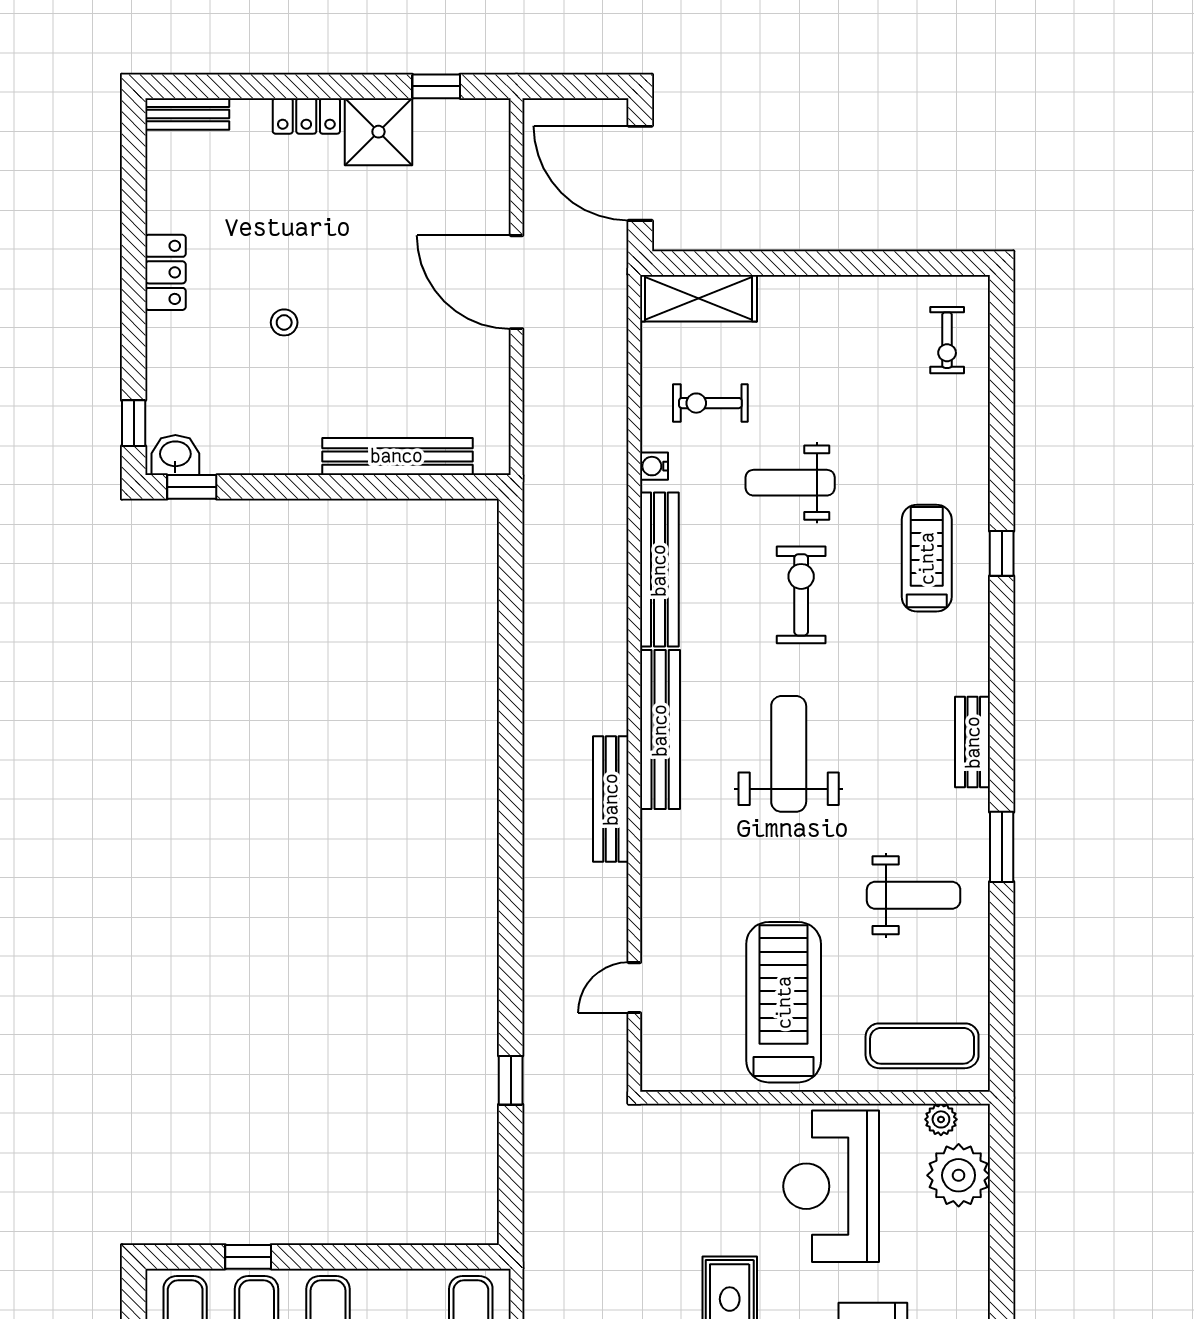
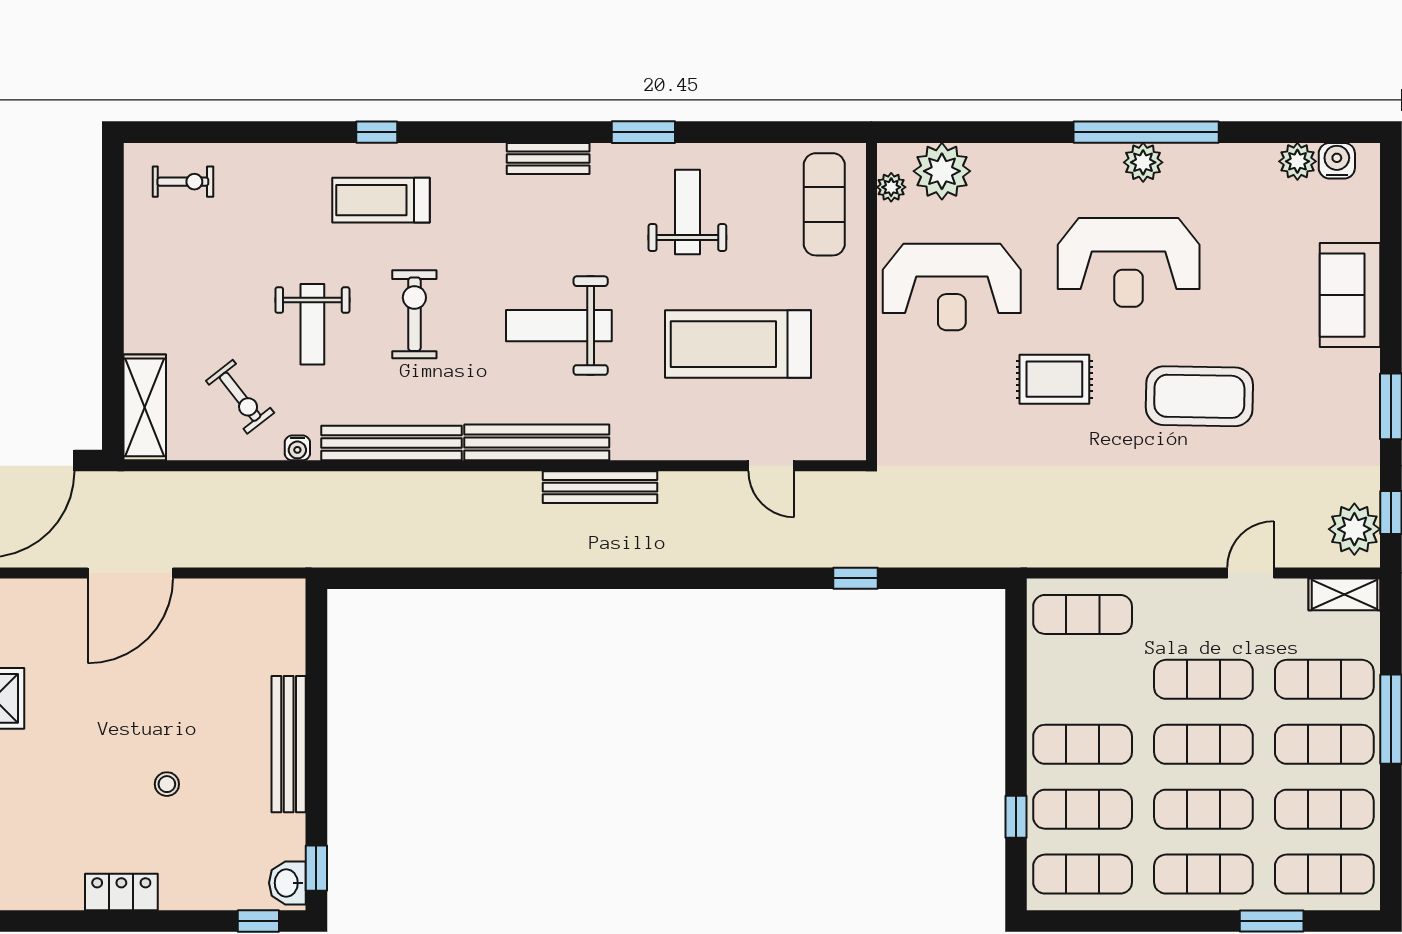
exercise bike: (710, 403) -> (240, 397), turned -38
bench: (397, 456) -> (289, 744), moved
exercise bike: (801, 595) -> (414, 314), turned 90
treadmill: (784, 1002) -> (738, 344), moved

